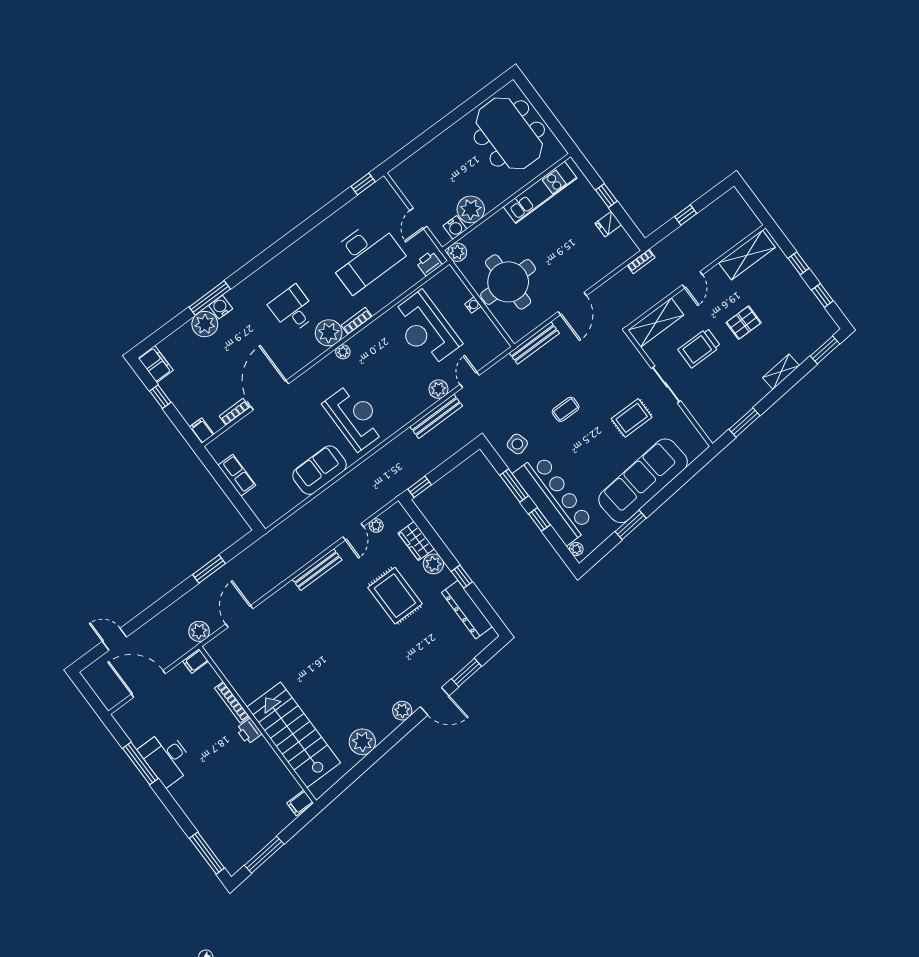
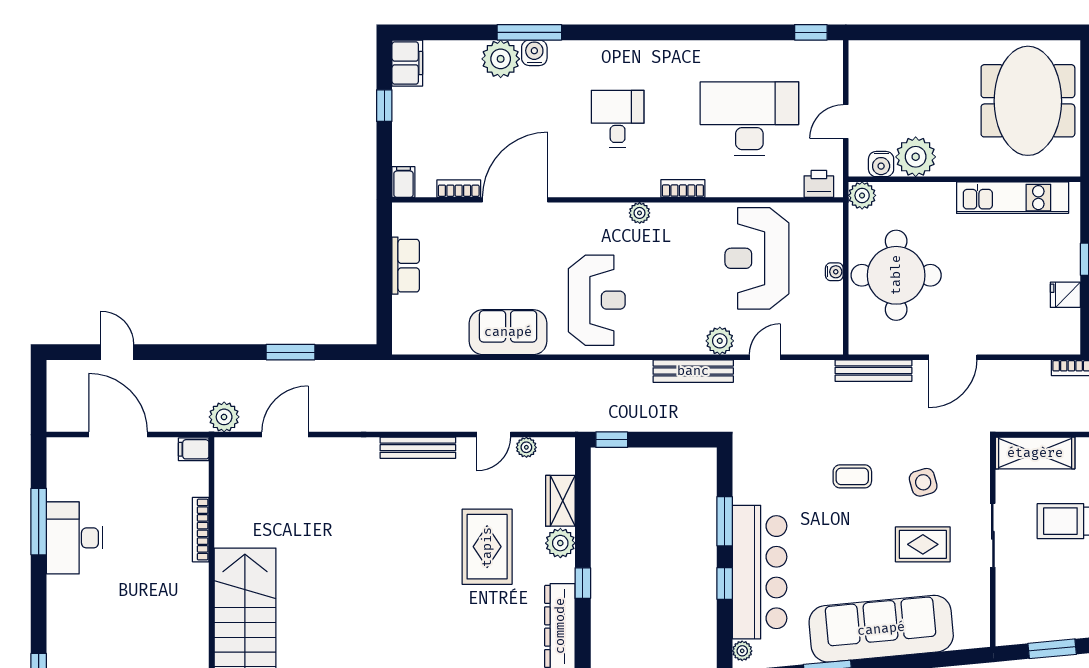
desk: (365, 256) -> (749, 119), turned 180
plant: (329, 333) -> (639, 178), removed
side table: (517, 444) -> (923, 482), moved
printer: (249, 731) -> (195, 579), removed

